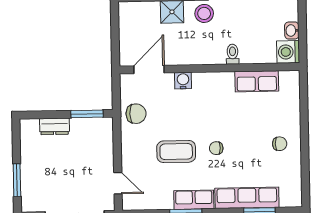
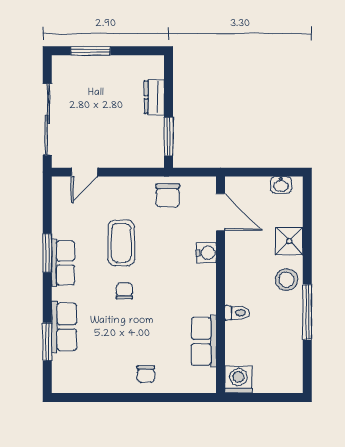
washbasin: (292, 30) -> (281, 185), moved, turned 180
chair: (280, 144) -> (146, 374), moved
row of seats: (247, 198) -> (64, 327), width x0.68

